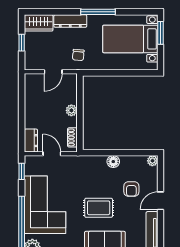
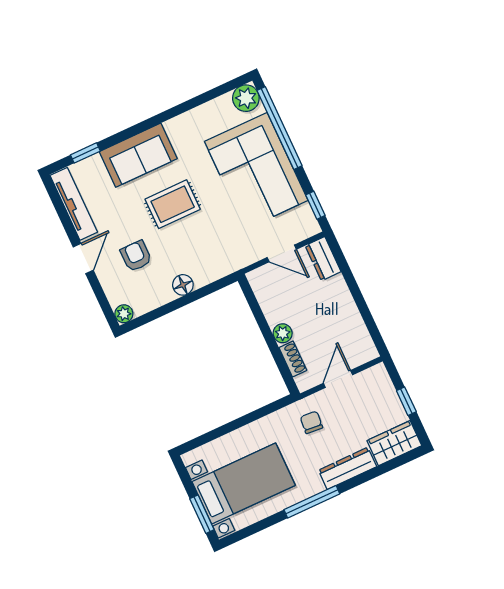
shoe rack: (72, 137) -> (293, 359), moved

